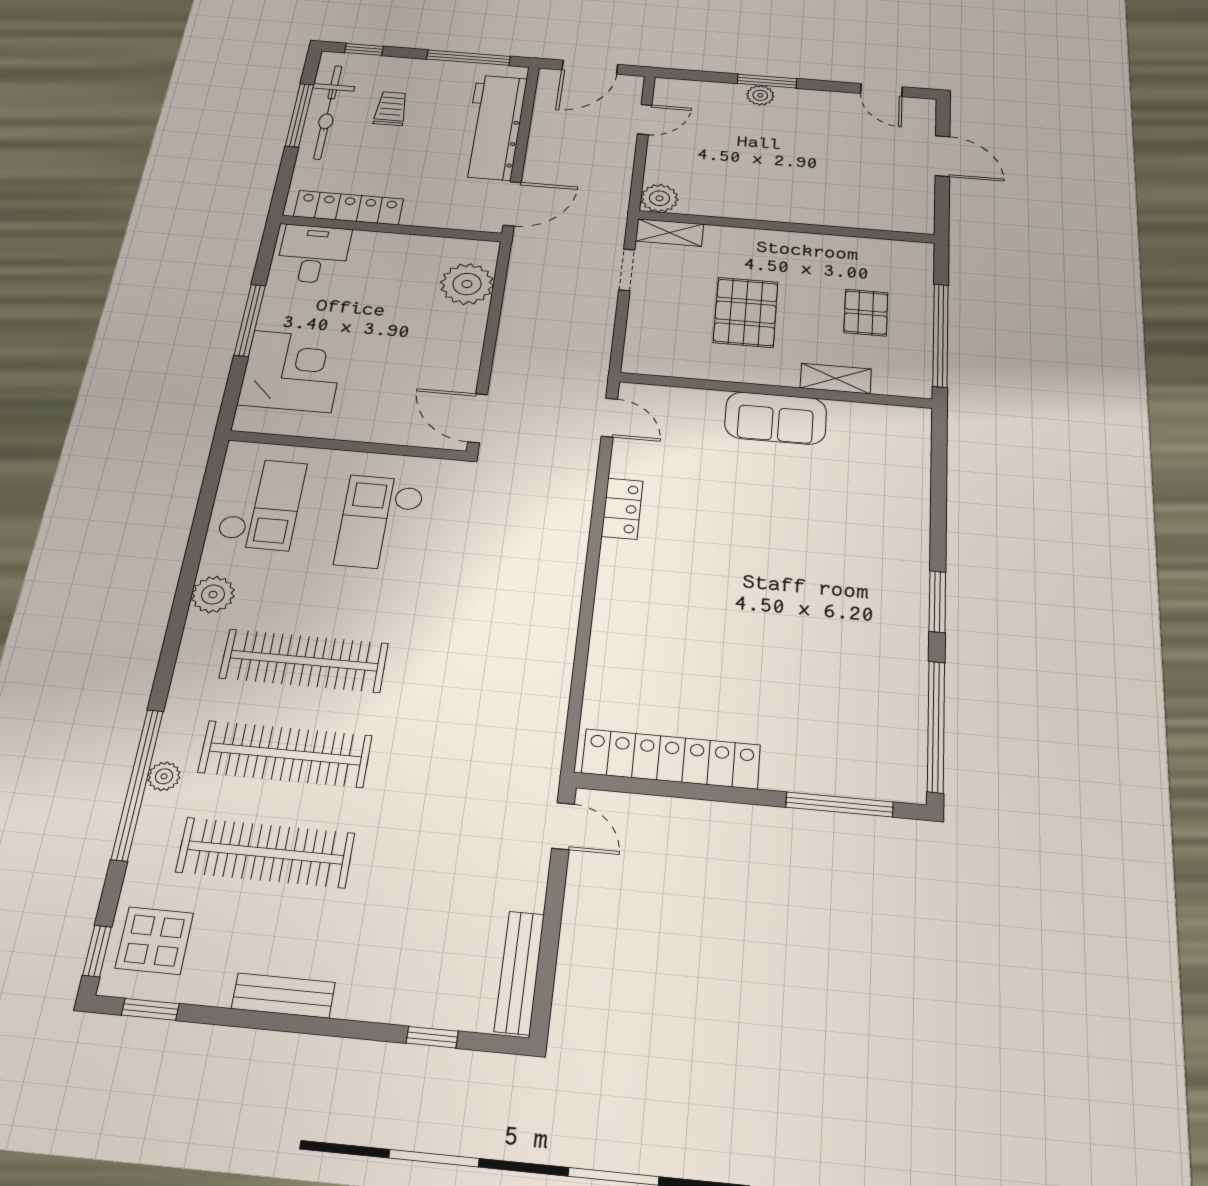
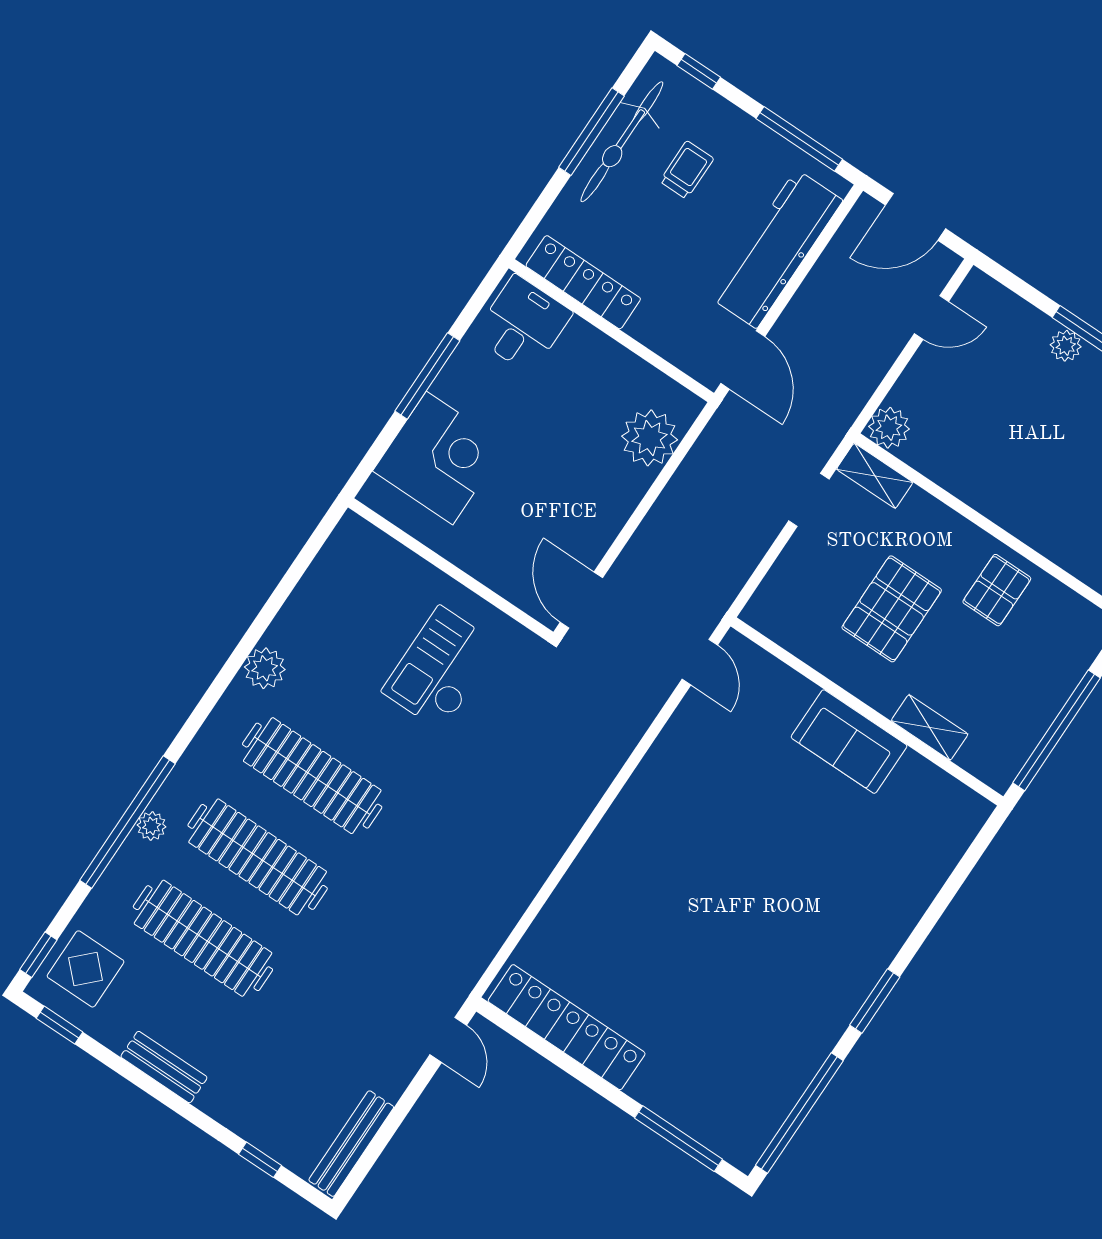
door: (512, 204) -> (743, 360), hinge flipped
pallet: (866, 313) -> (997, 590), moved
checkout: (262, 504) -> (347, 594), removed
locker: (622, 509) -> (658, 765), removed

